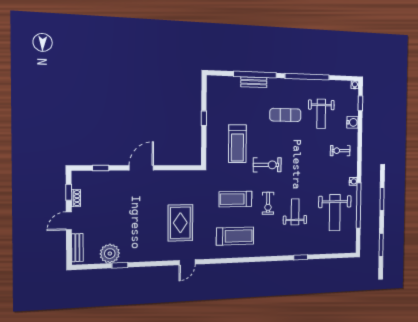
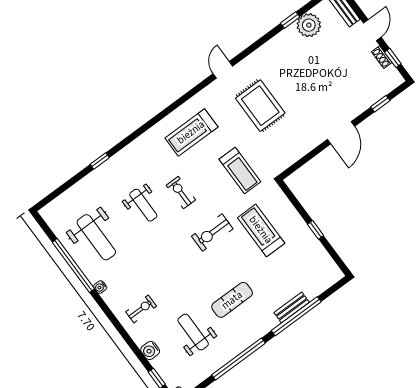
treadmill: (235, 199) -> (240, 170), moved, turned 90
weight bench: (335, 213) -> (96, 237), turned 180

